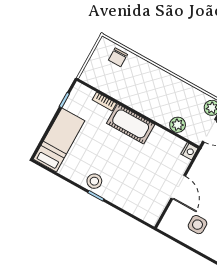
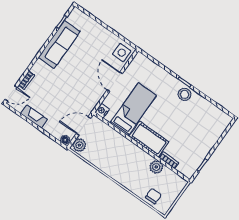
plant: (178, 125) -> (156, 167), moved
bed: (59, 140) -> (133, 109), moved, turned 180
side table: (197, 225) -> (122, 53), moved

